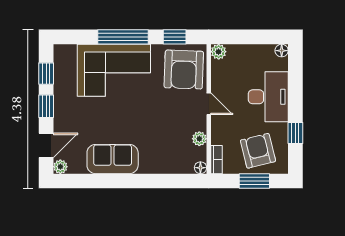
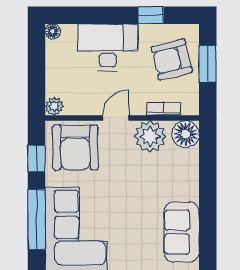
armchair: (184, 70) -> (75, 148), turned 88
plant: (199, 139) -> (150, 137), width x1.88, depth x1.88
bookcase: (217, 160) -> (164, 109), moved
floor lamp: (200, 168) -> (186, 134), width x1.89, depth x1.89

